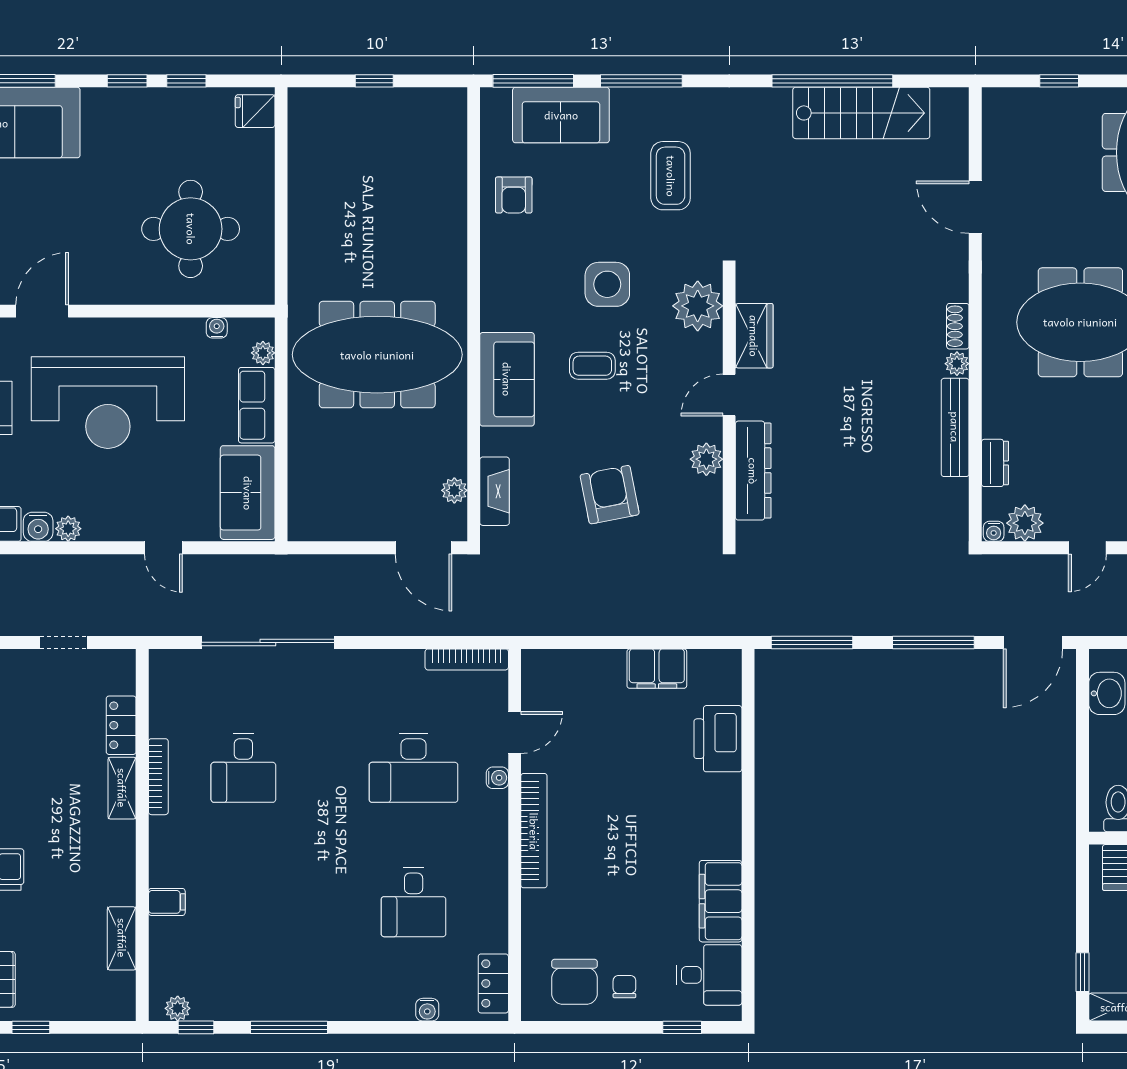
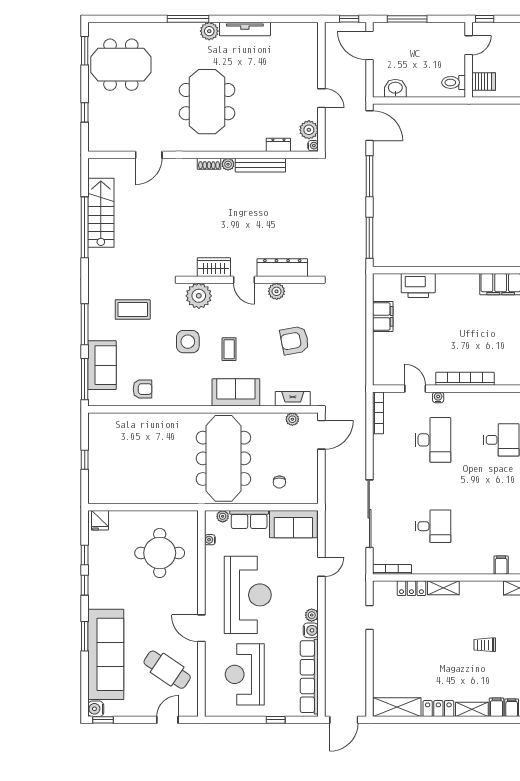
chair: (331, 465) -> (279, 482), added
bookcase: (158, 777) -> (392, 569), moved

